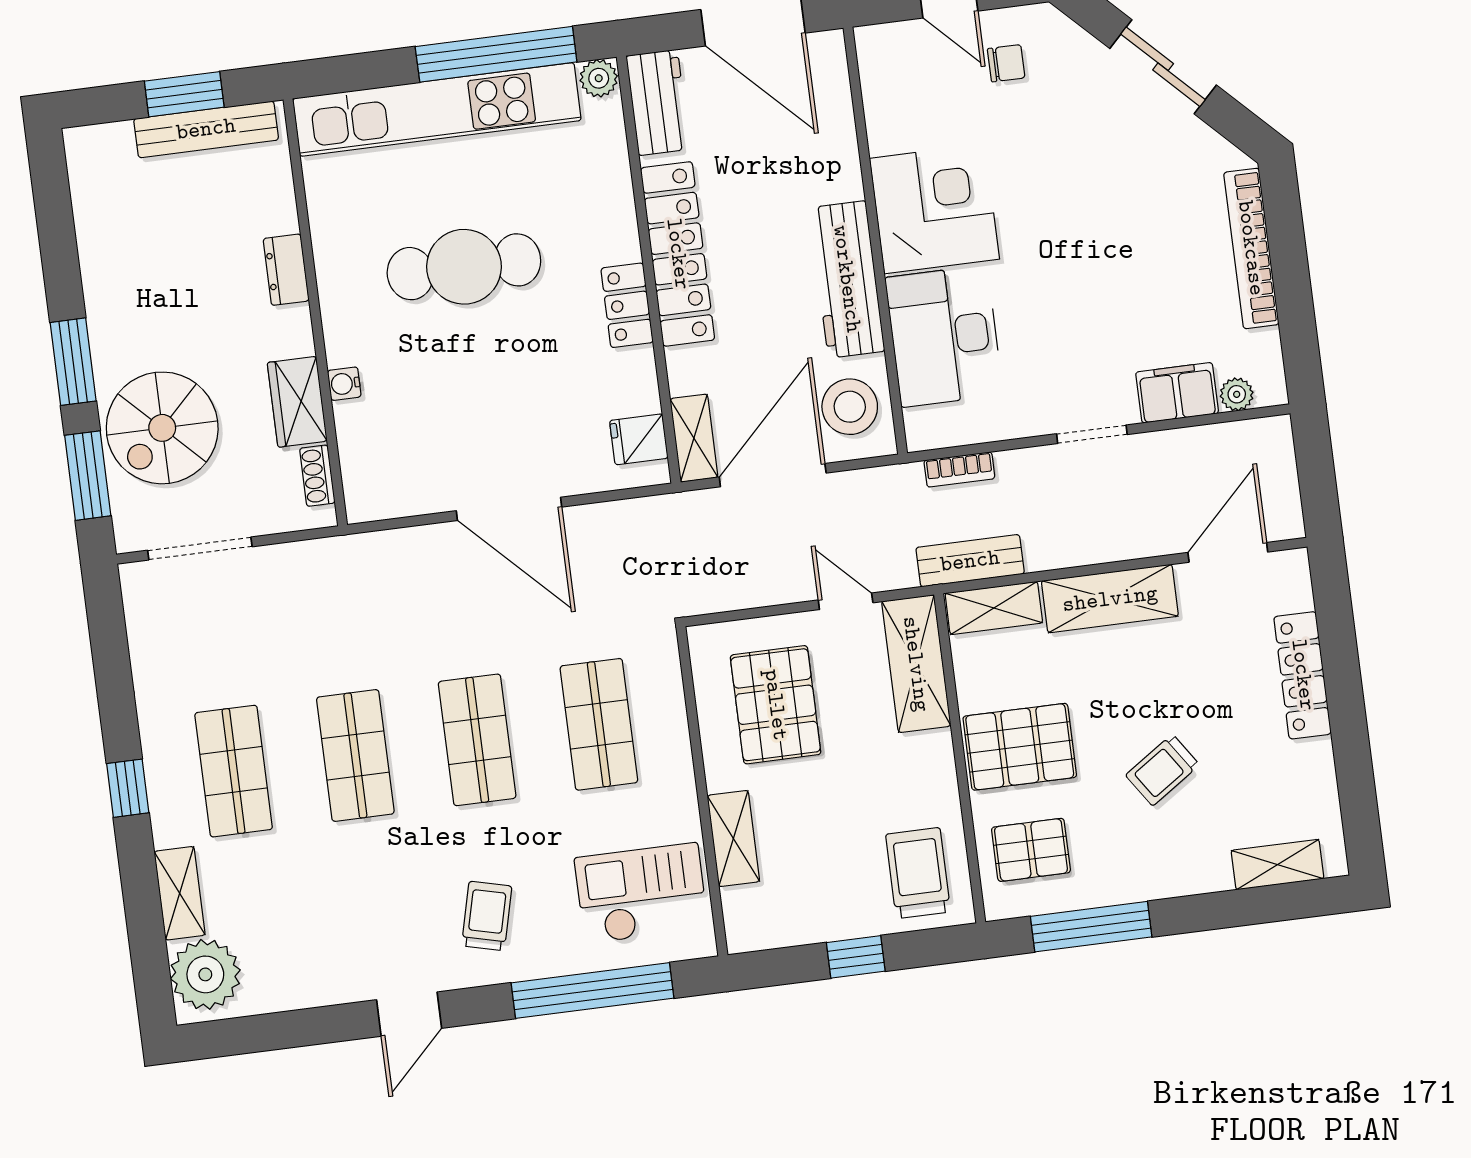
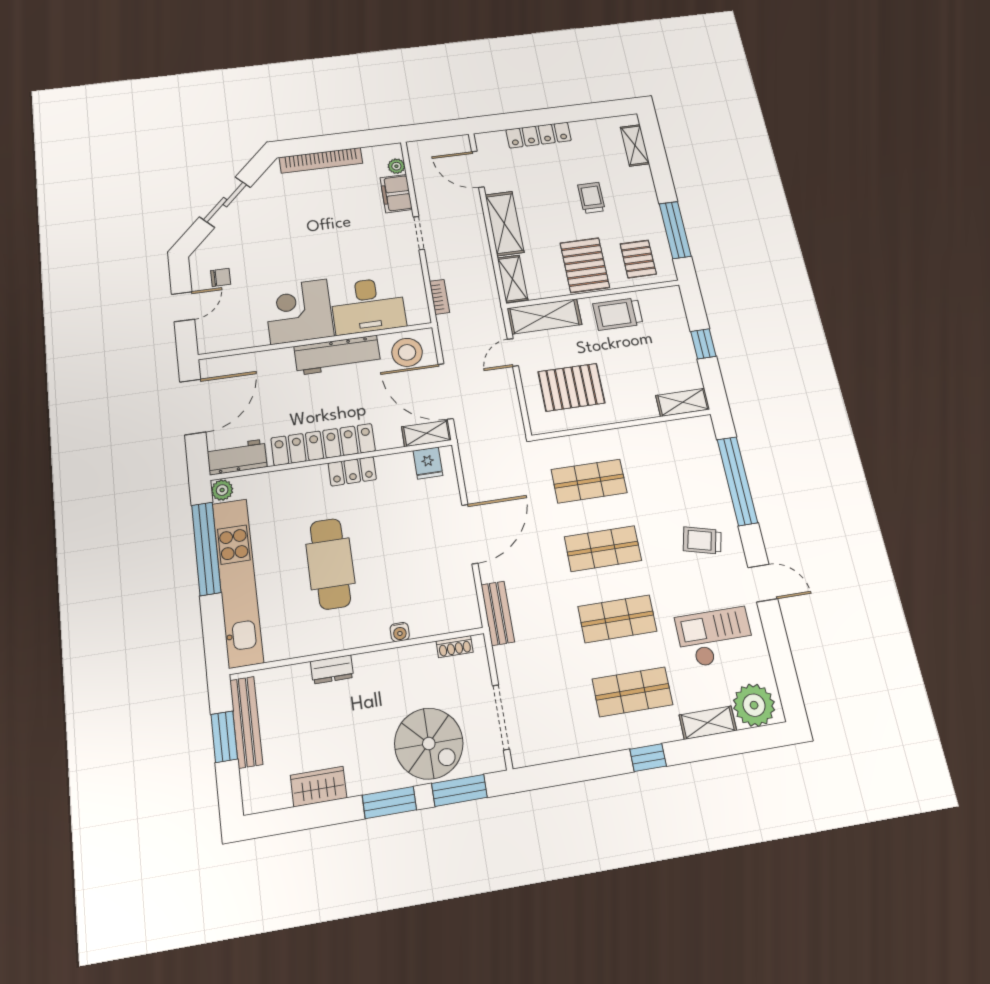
chair: (1006, 63) -> (221, 277), turned 90
wardrobe: (297, 402) -> (319, 787), moved, turned 180
bench: (970, 561) -> (498, 613), moved
trolley: (1162, 770) -> (591, 198), turned -146
shelving: (733, 839) -> (683, 402), moved
trolley: (918, 873) -> (618, 314), moved
checkout: (641, 893) -> (715, 637), moved, turned 90

